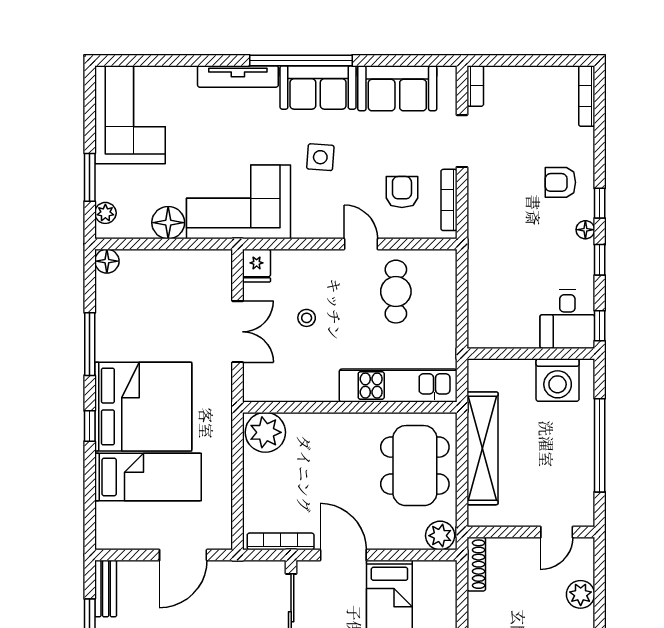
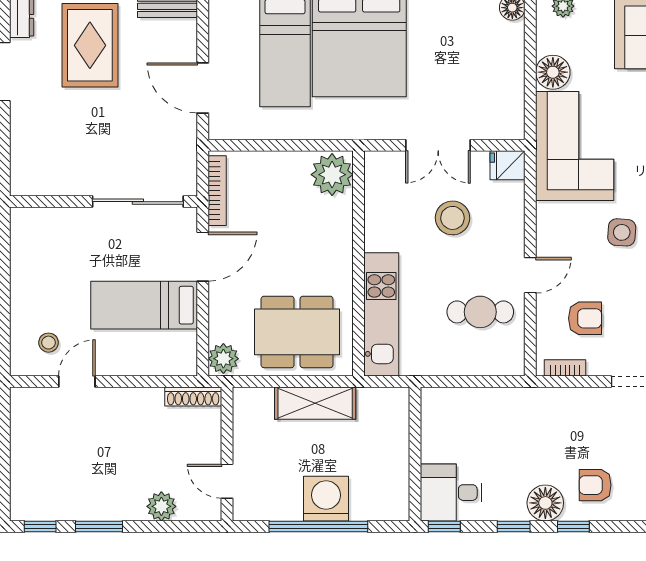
armchair: (560, 182) -> (595, 485), turned -90
bookcase: (449, 200) -> (565, 368), width x0.64
floor lamp: (585, 230) -> (545, 503), width x1.89, depth x1.89
stool: (307, 318) -> (452, 218), width x1.89, depth x1.89
washing machine: (558, 380) -> (326, 499), moved, turned 90
shelving: (482, 448) -> (315, 403), width x0.68

